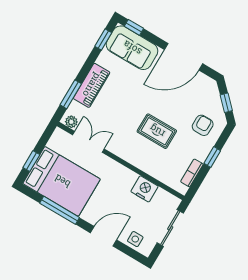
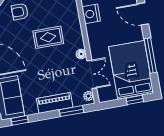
rug: (157, 131) -> (48, 37), turned 90
double door: (88, 142) -> (92, 74), swing flipped
floor lamp: (116, 148) -> (81, 54), added

